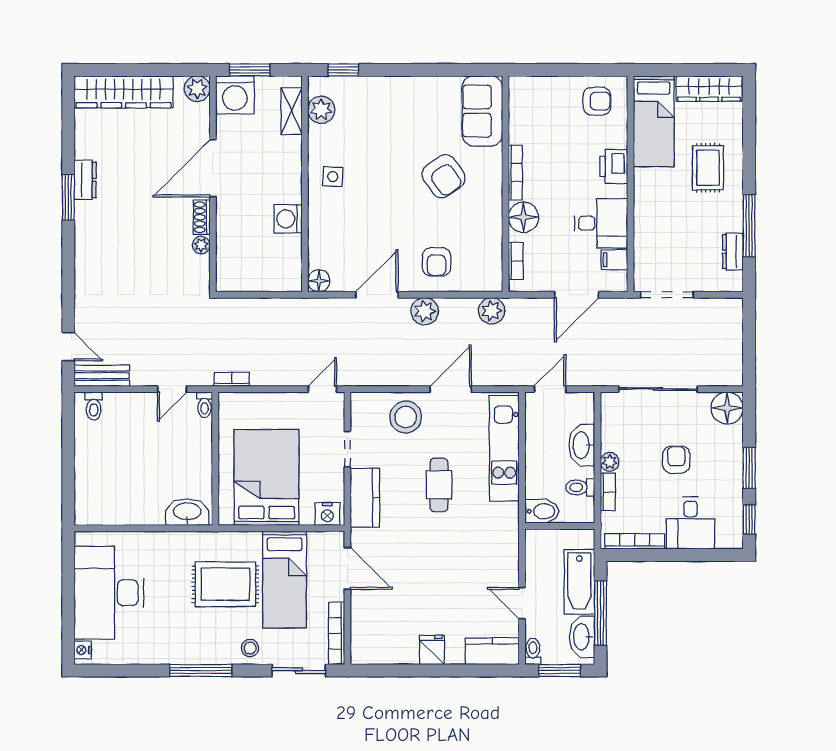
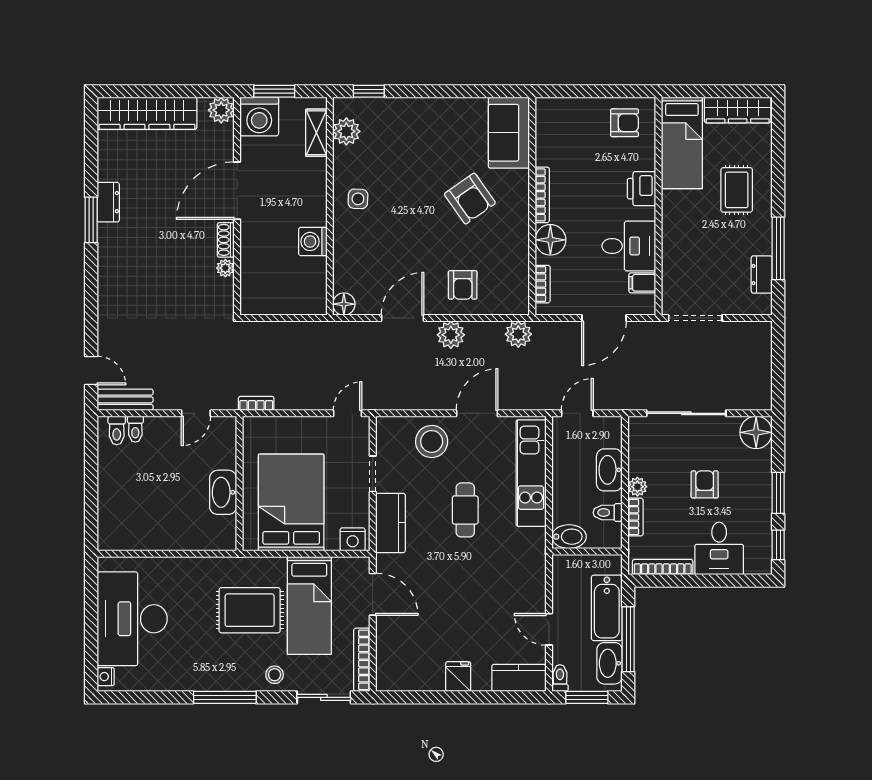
toilet: (205, 405) -> (135, 429), moved
washbasin: (187, 512) -> (223, 492), moved, turned -90

